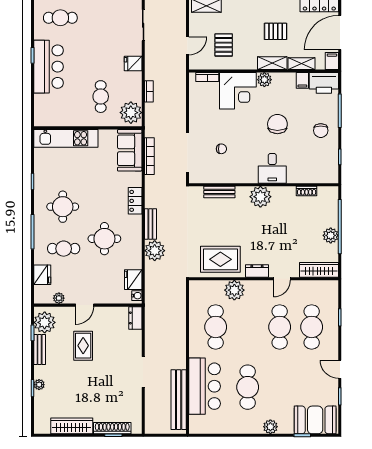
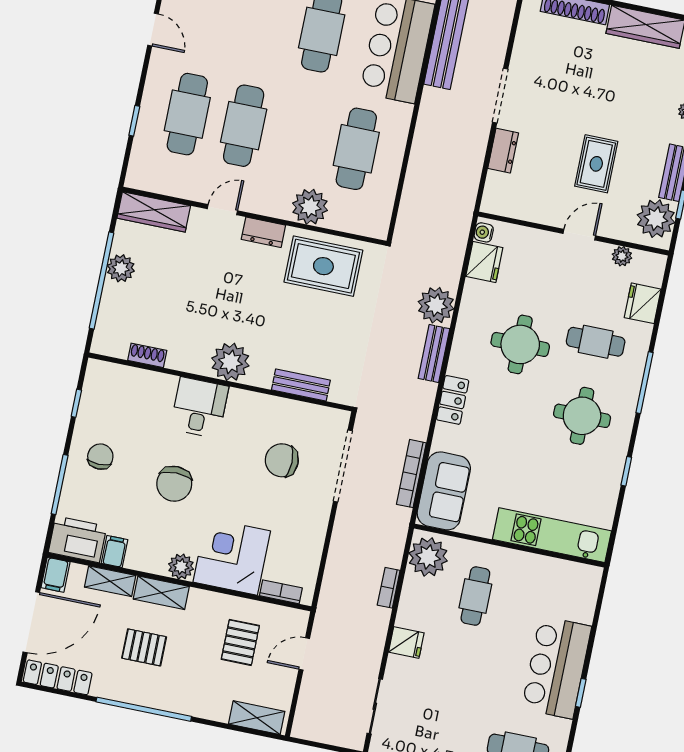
chair: (221, 149) -> (282, 460), width x1.87, depth x1.87
dresser: (135, 318) -> (503, 151), moved

